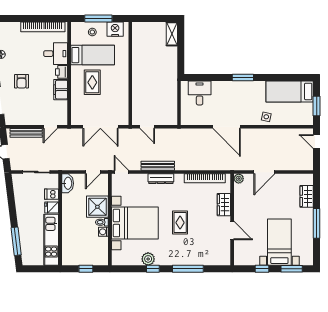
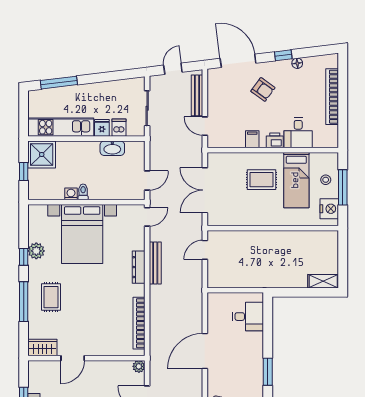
bookcase: (43, 27) -> (332, 97), moved
armchair: (22, 81) -> (263, 89), turned -144
filing cabinet: (61, 90) -> (252, 139), width x0.50
door: (93, 172) -> (147, 181), swing flipped
washbasin: (68, 183) -> (112, 148), moved
wardrobe: (224, 205) -> (42, 348), moved
shower: (97, 207) -> (42, 154), moved
rug: (180, 223) -> (51, 297), moved, turned 90

